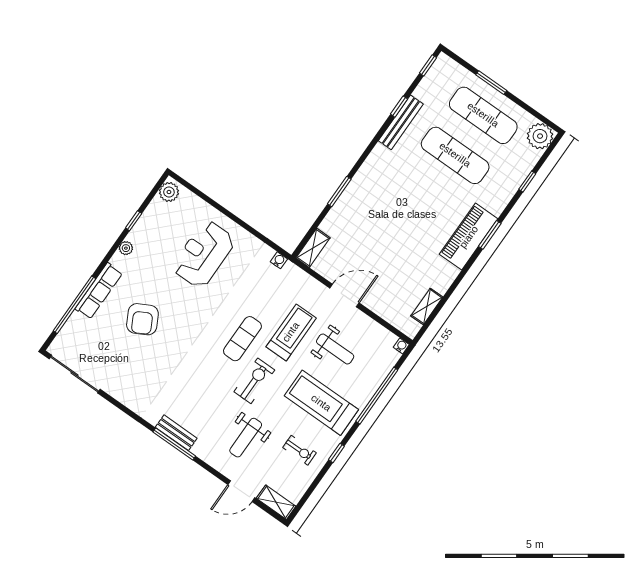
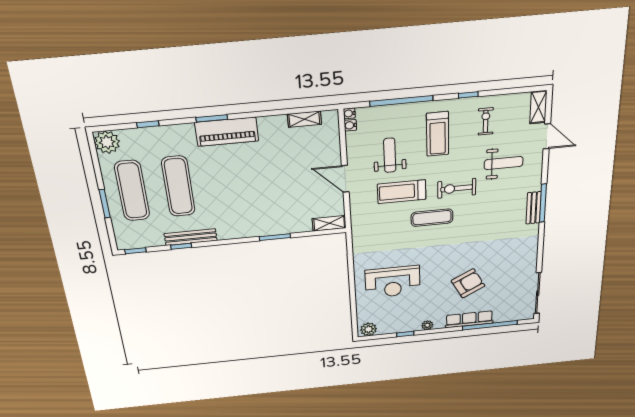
water cooler: (279, 260) -> (350, 125), moved
treadmill: (321, 403) -> (438, 134), width x0.73, depth x0.73

